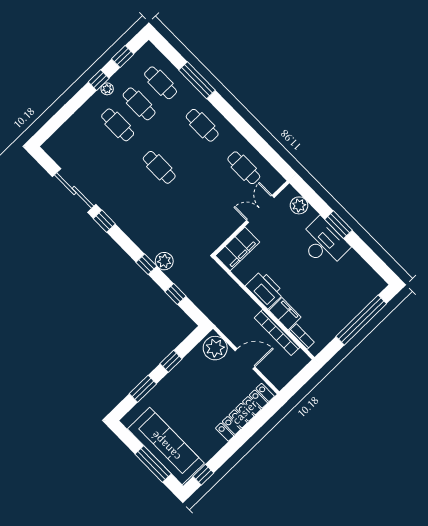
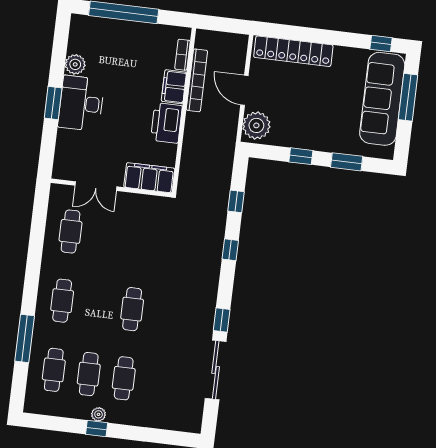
window: (123, 57) -> (58, 424), removed
plant: (299, 205) -> (75, 64), moved
plant: (164, 261) -> (214, 236), removed

